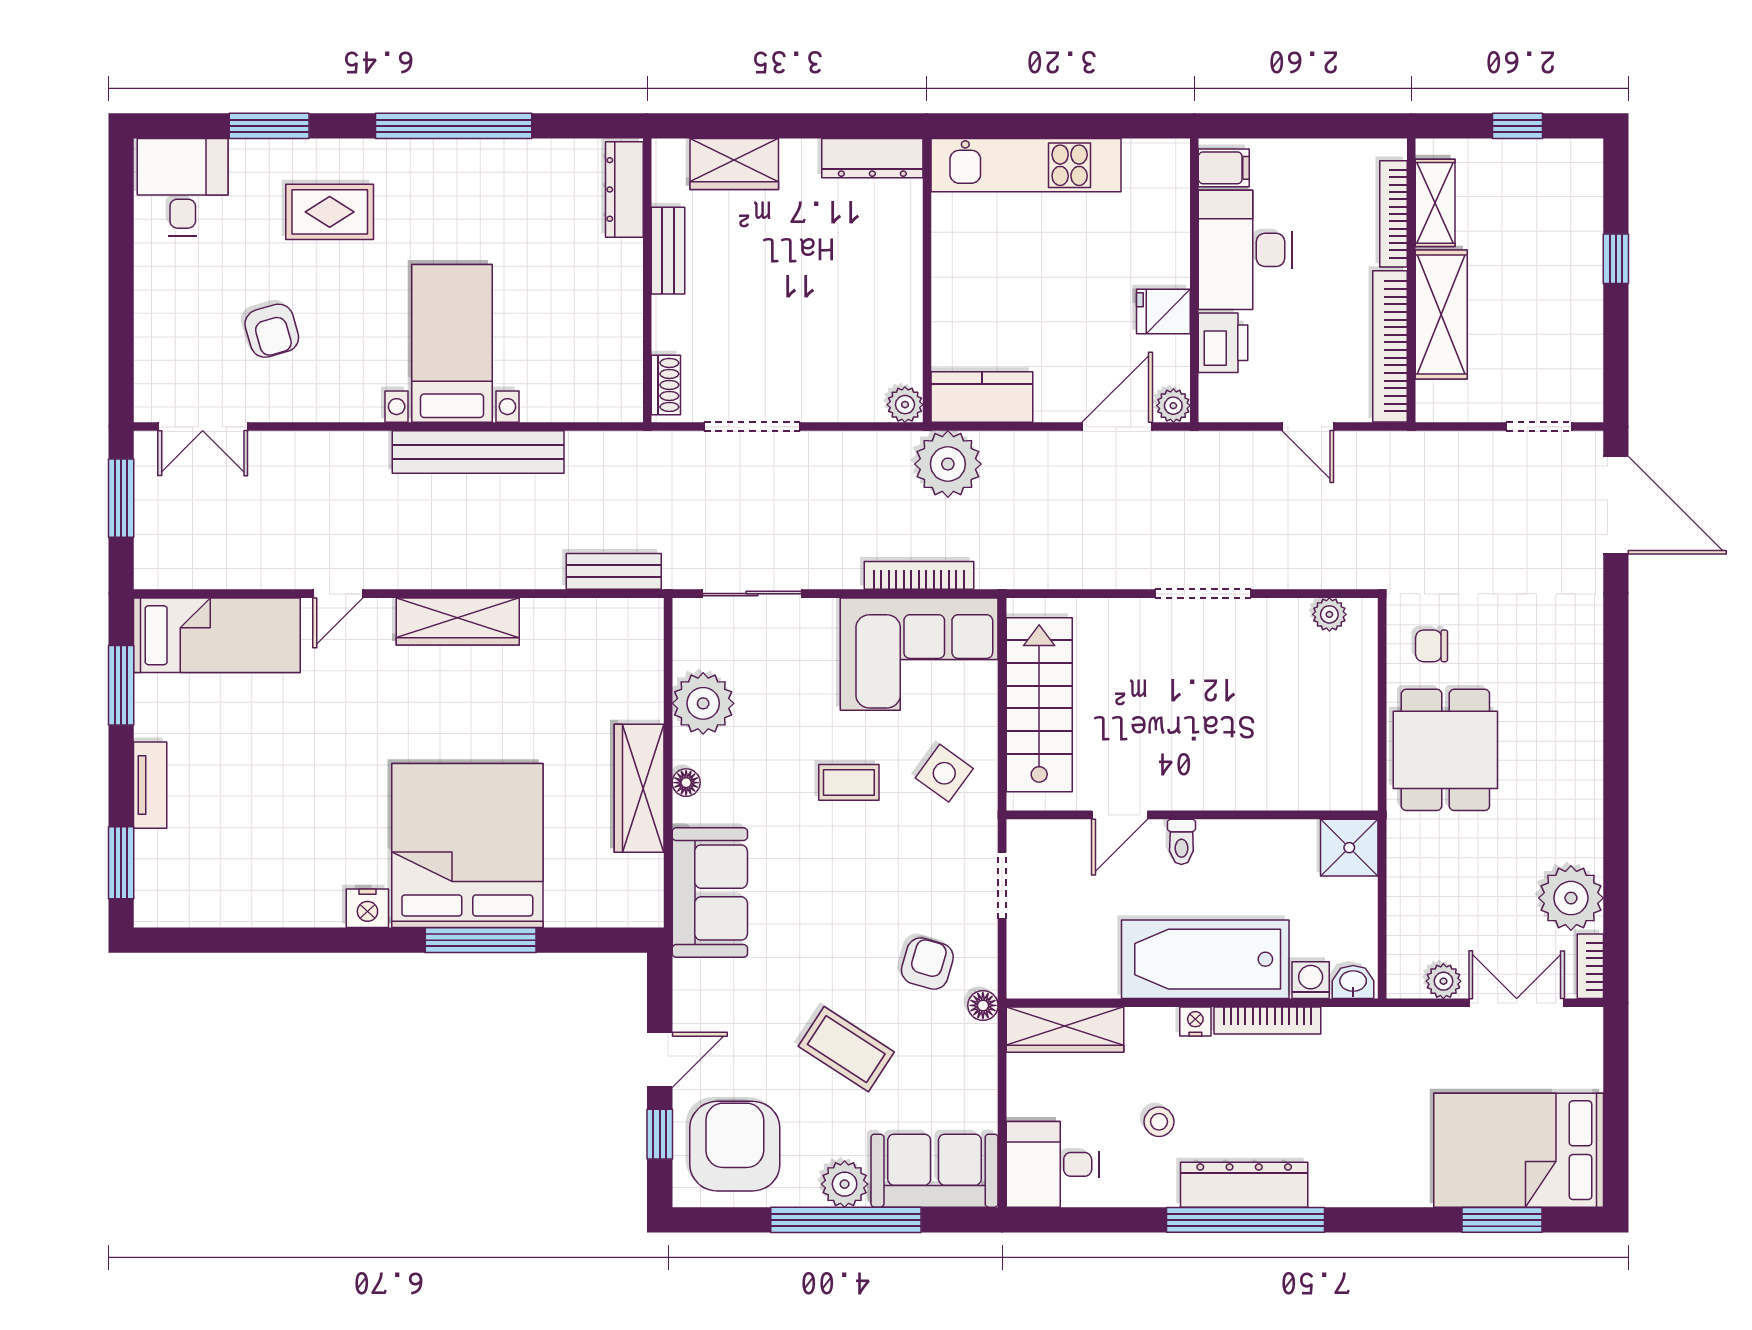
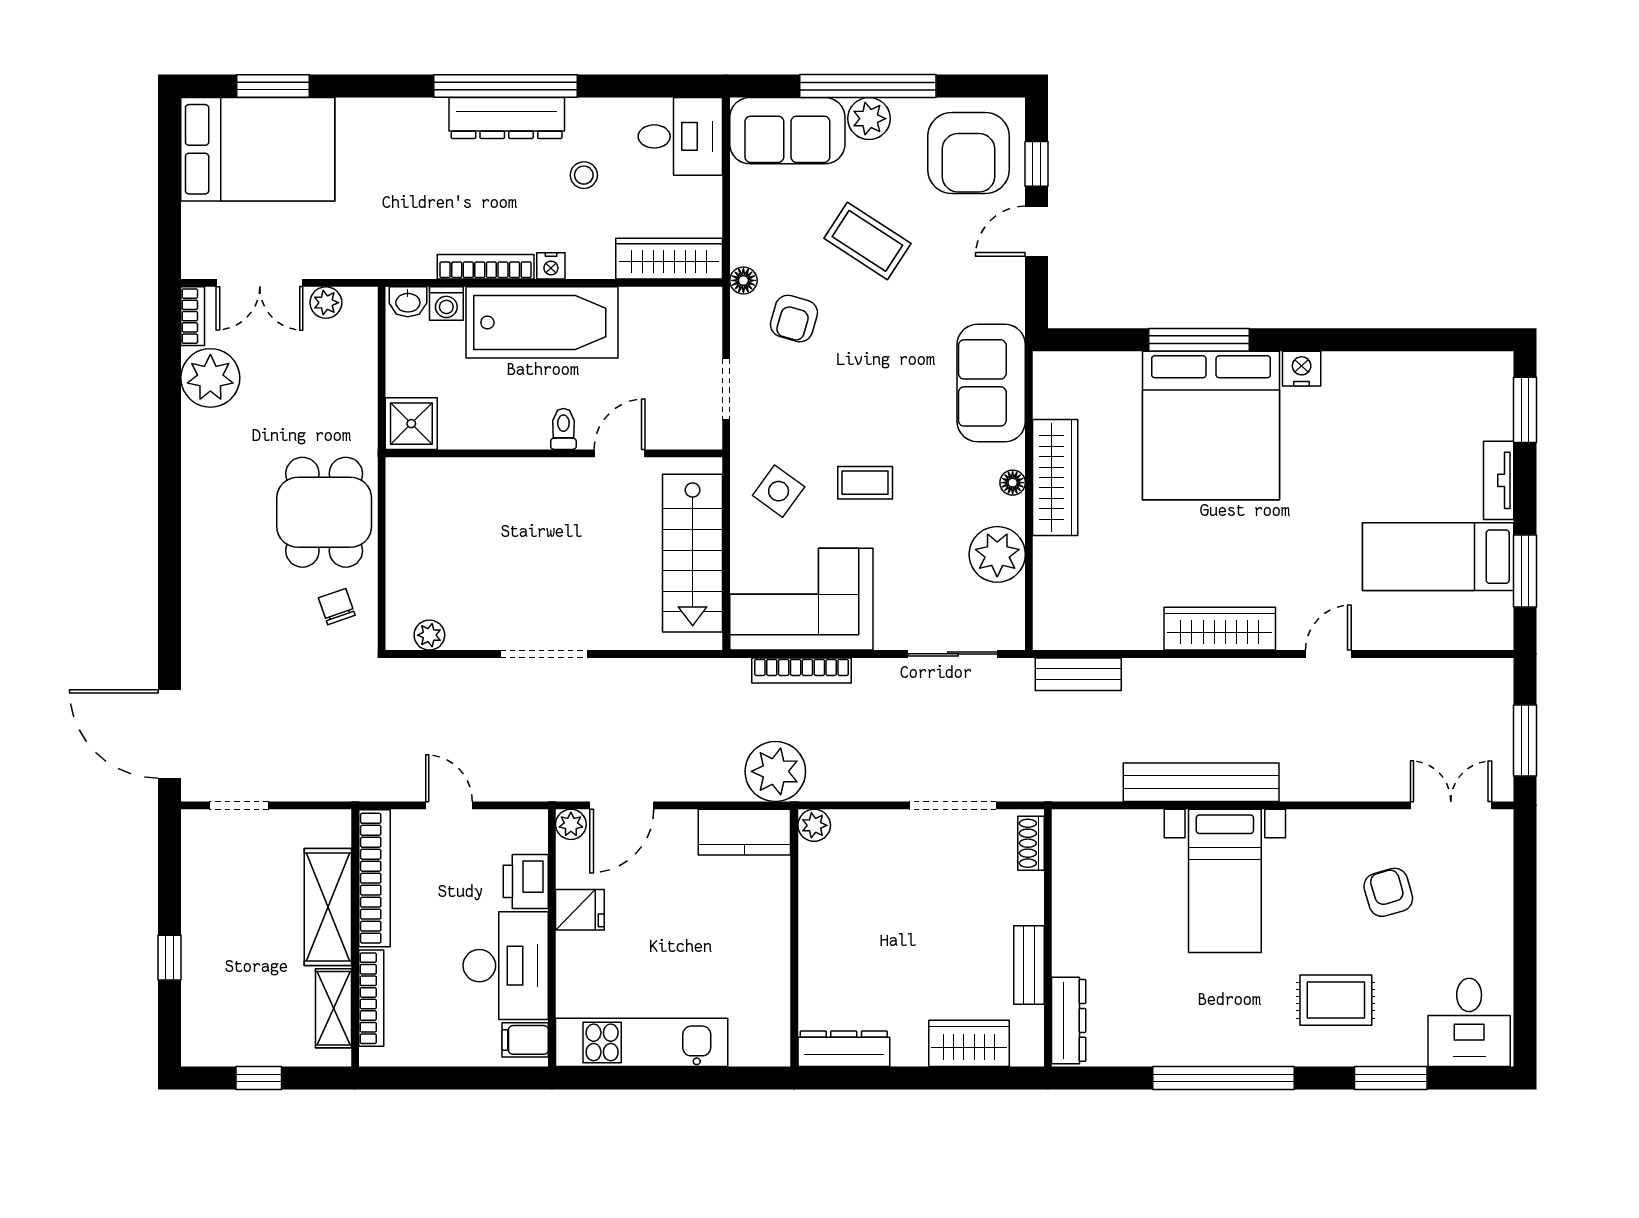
kitchen unit: (1026, 165) -> (642, 1042), moved
bed: (217, 635) -> (1438, 557), moved
chair: (1432, 646) -> (337, 607), turned -109

